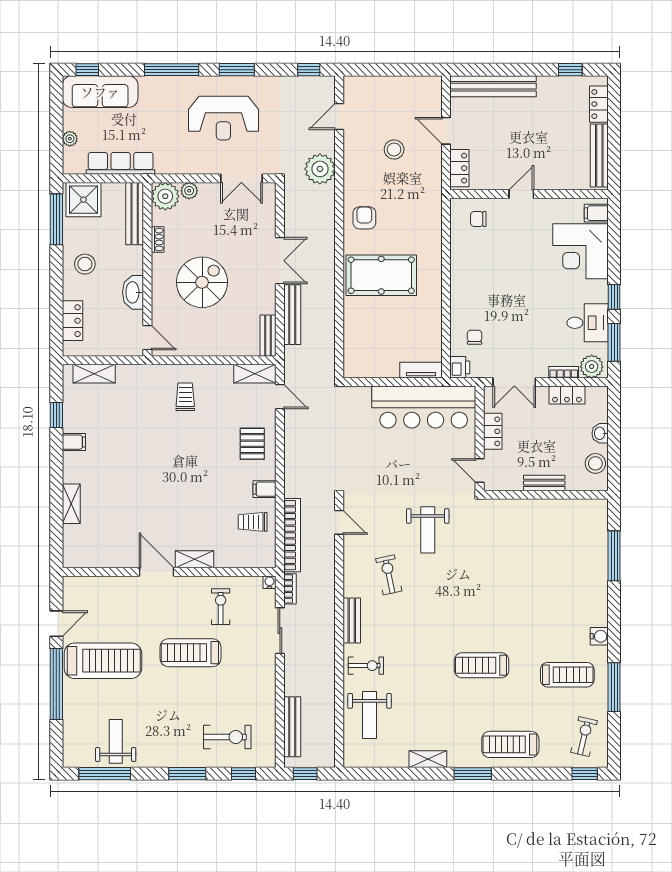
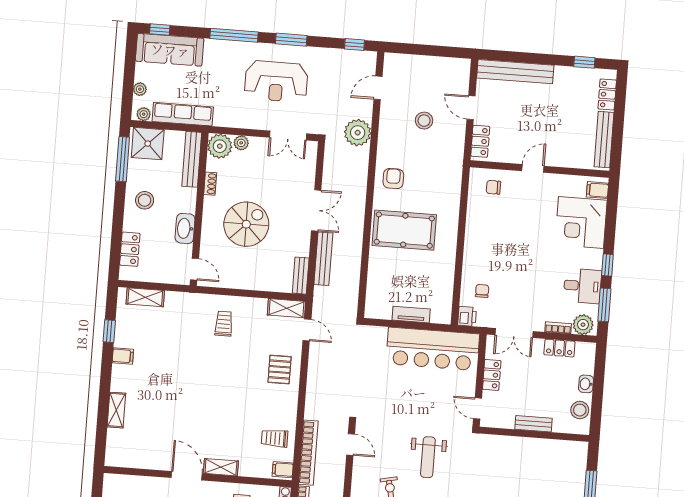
plant: (76, 167) -> (144, 114), added
tv unit: (421, 370) -> (411, 315), moved
filing cabinet: (265, 489) -> (283, 470), moved

